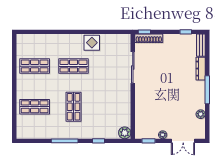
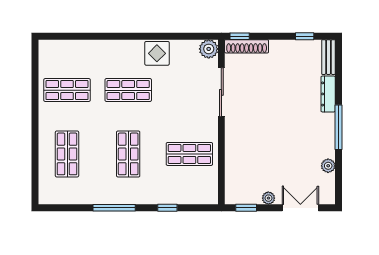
shop shelf: (35, 107) -> (67, 154), turned 90
shop shelf: (112, 107) -> (189, 154), added
plant: (125, 133) -> (209, 49), moved
double door: (183, 141) -> (300, 208), swing flipped

